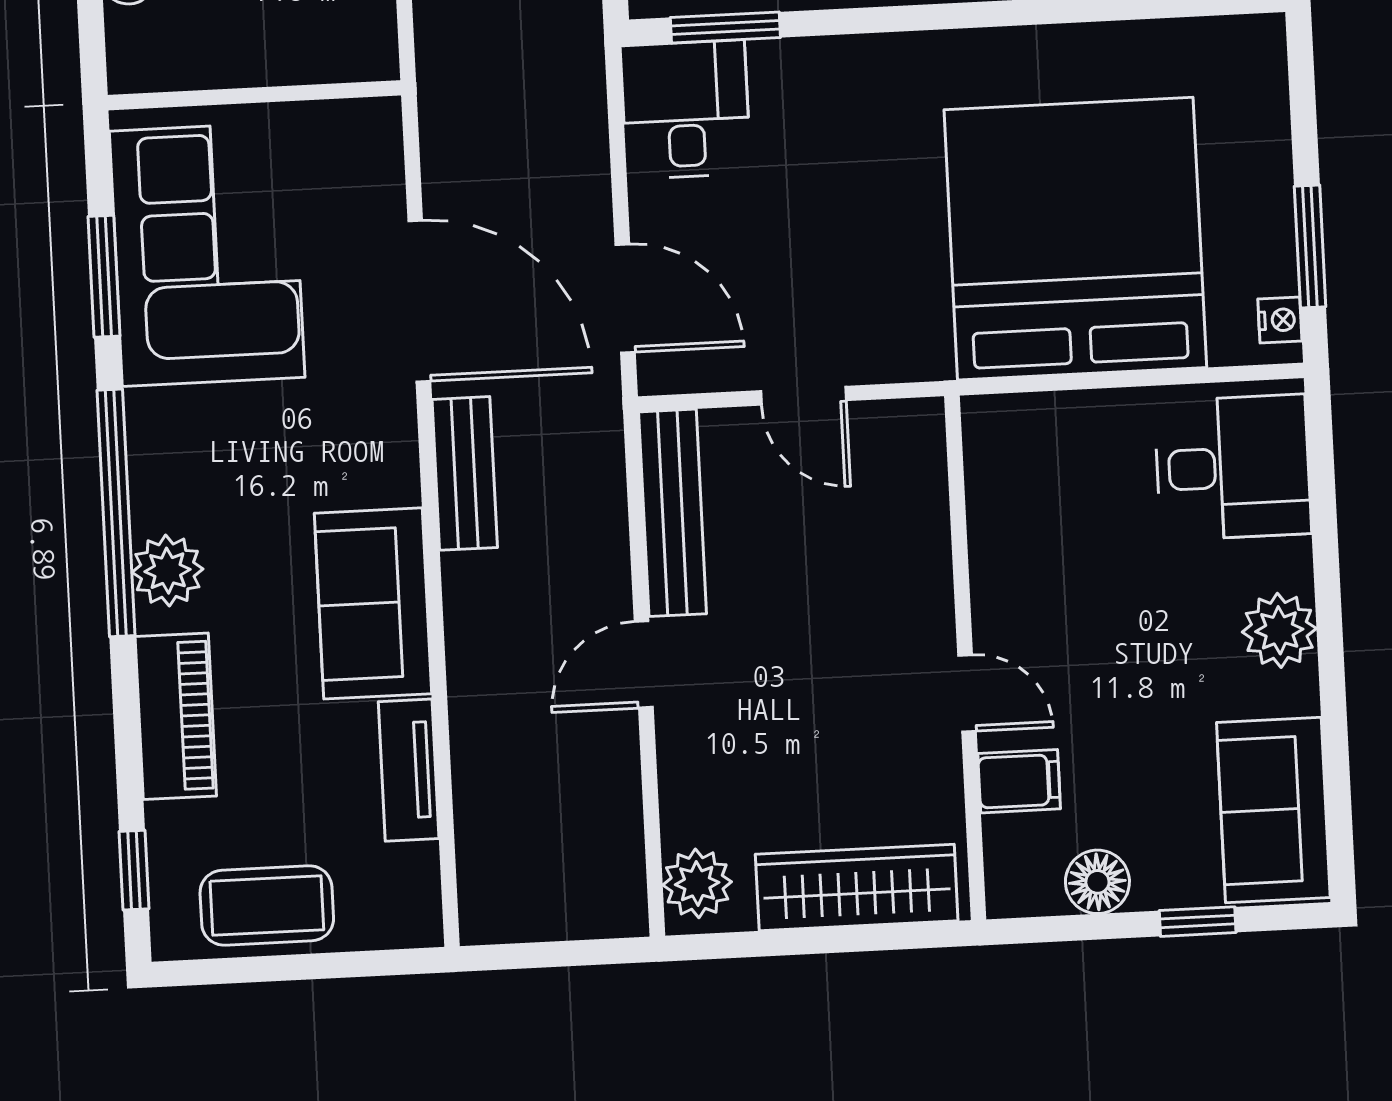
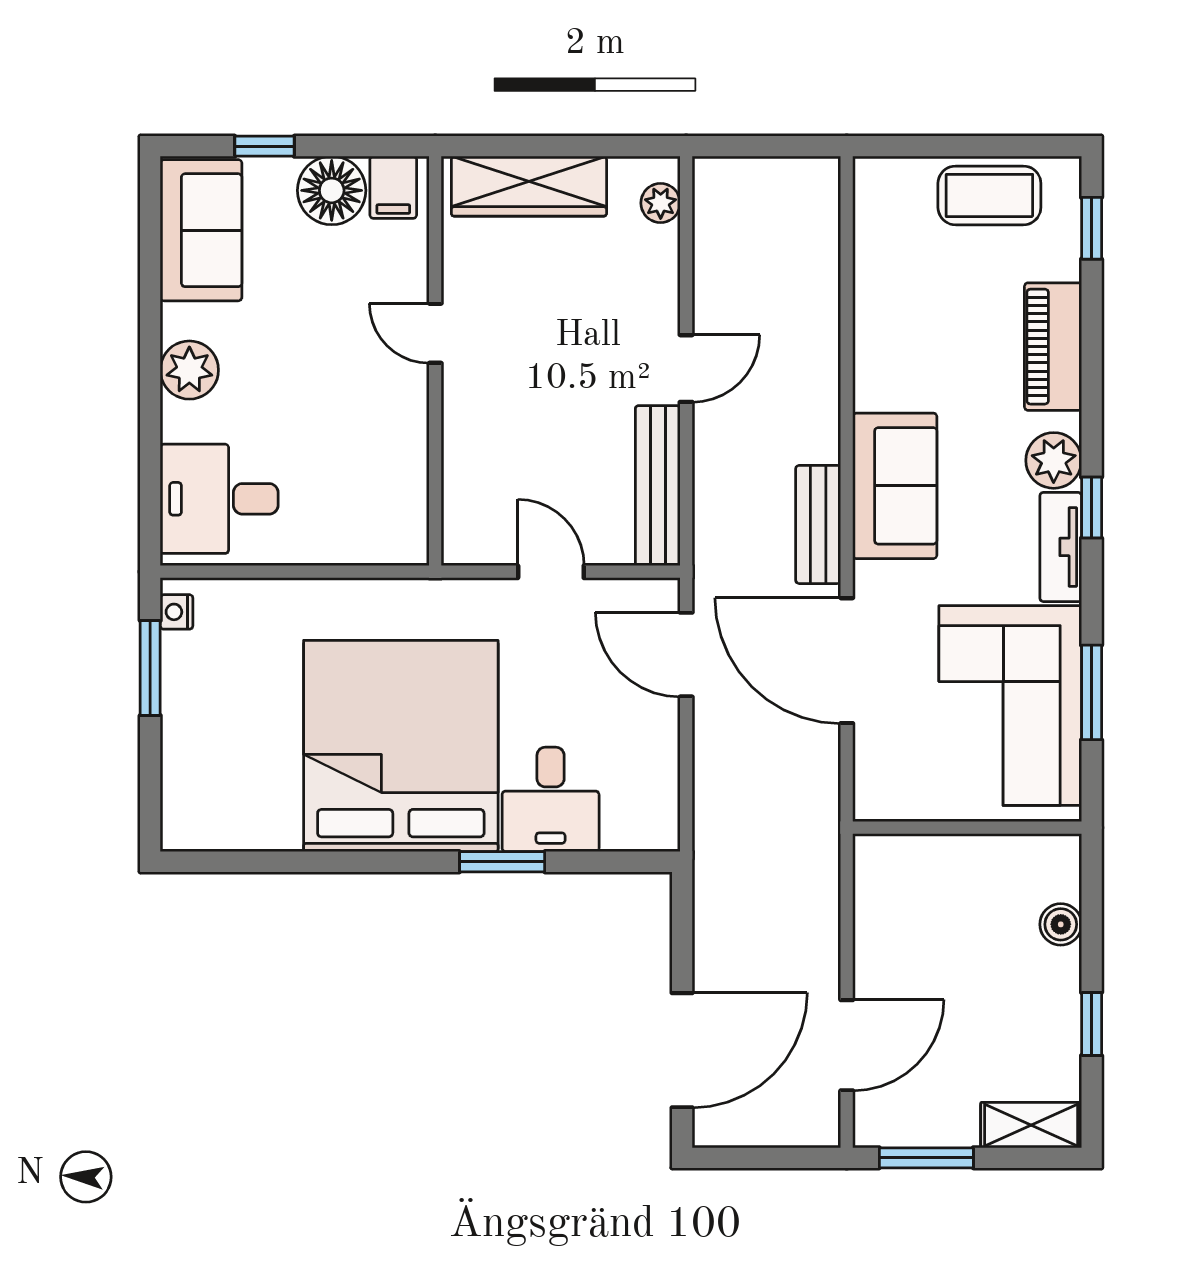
window: (725, 28) -> (502, 862), moved
desk: (686, 110) -> (551, 799), moved
bed: (1075, 239) -> (401, 746), moved, turned 180
window: (116, 513) -> (1092, 508), width x0.32
sofa: (373, 603) -> (895, 486), moved
tv unit: (409, 770) -> (1061, 547), moved, turned 180
filing cabinet: (1019, 781) -> (393, 187), moved, turned -90
floor lamp: (1097, 882) -> (332, 190), width x1.38, depth x1.38
plant: (697, 883) -> (661, 203), width x0.73, depth x0.73

